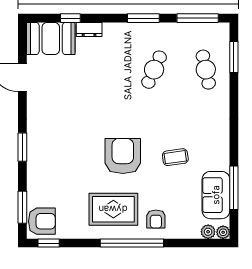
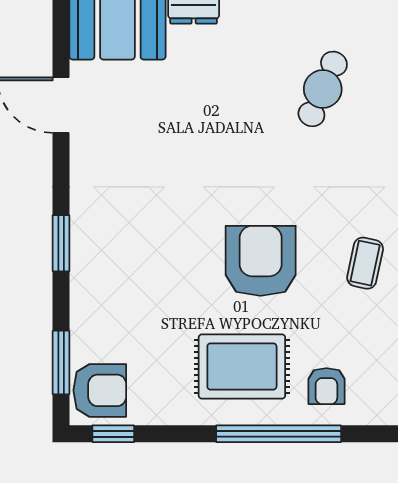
coffee table: (175, 157) -> (365, 263), turned -70

